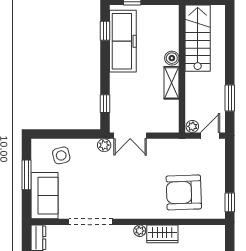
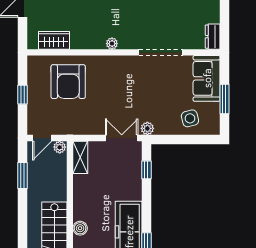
boiler: (172, 58) -> (80, 228), moved
shelving: (172, 83) -> (80, 157), moved
armchair: (184, 192) -> (68, 82), turned 92
window: (230, 202) -> (22, 95), moved
wardrobe: (162, 234) -> (54, 40), moved

